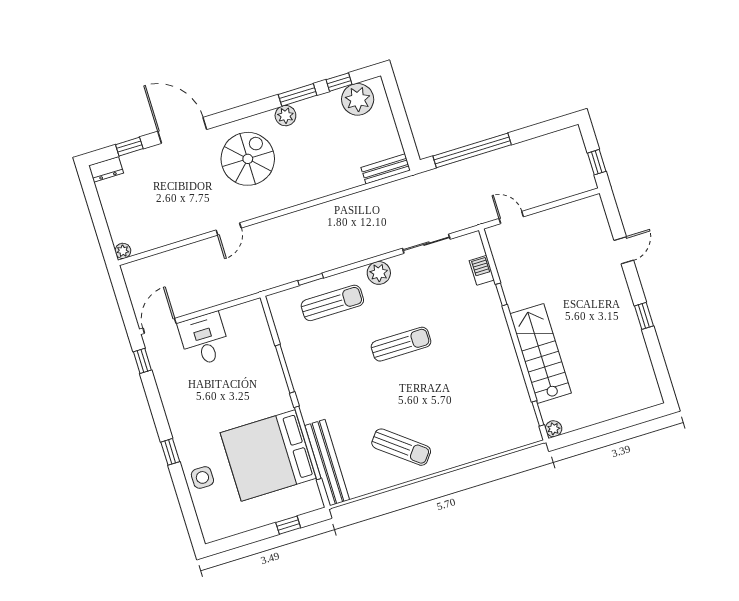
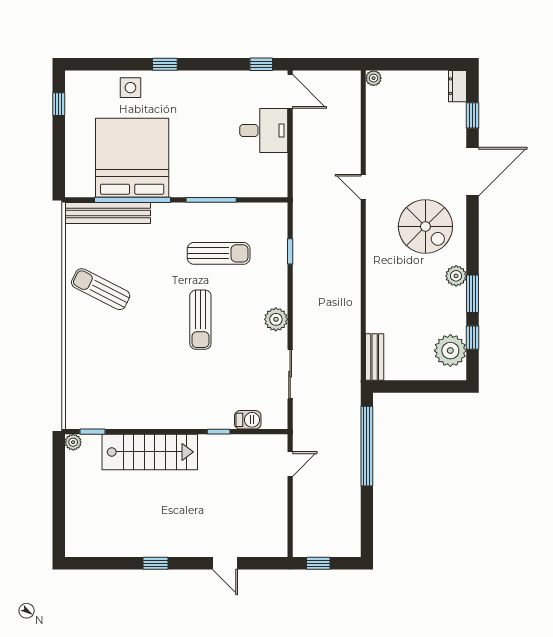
sun lounger: (332, 303) -> (219, 253), moved, turned -90
sun lounger: (401, 447) -> (101, 289), turned 79
window: (288, 525) -> (59, 104), moved

